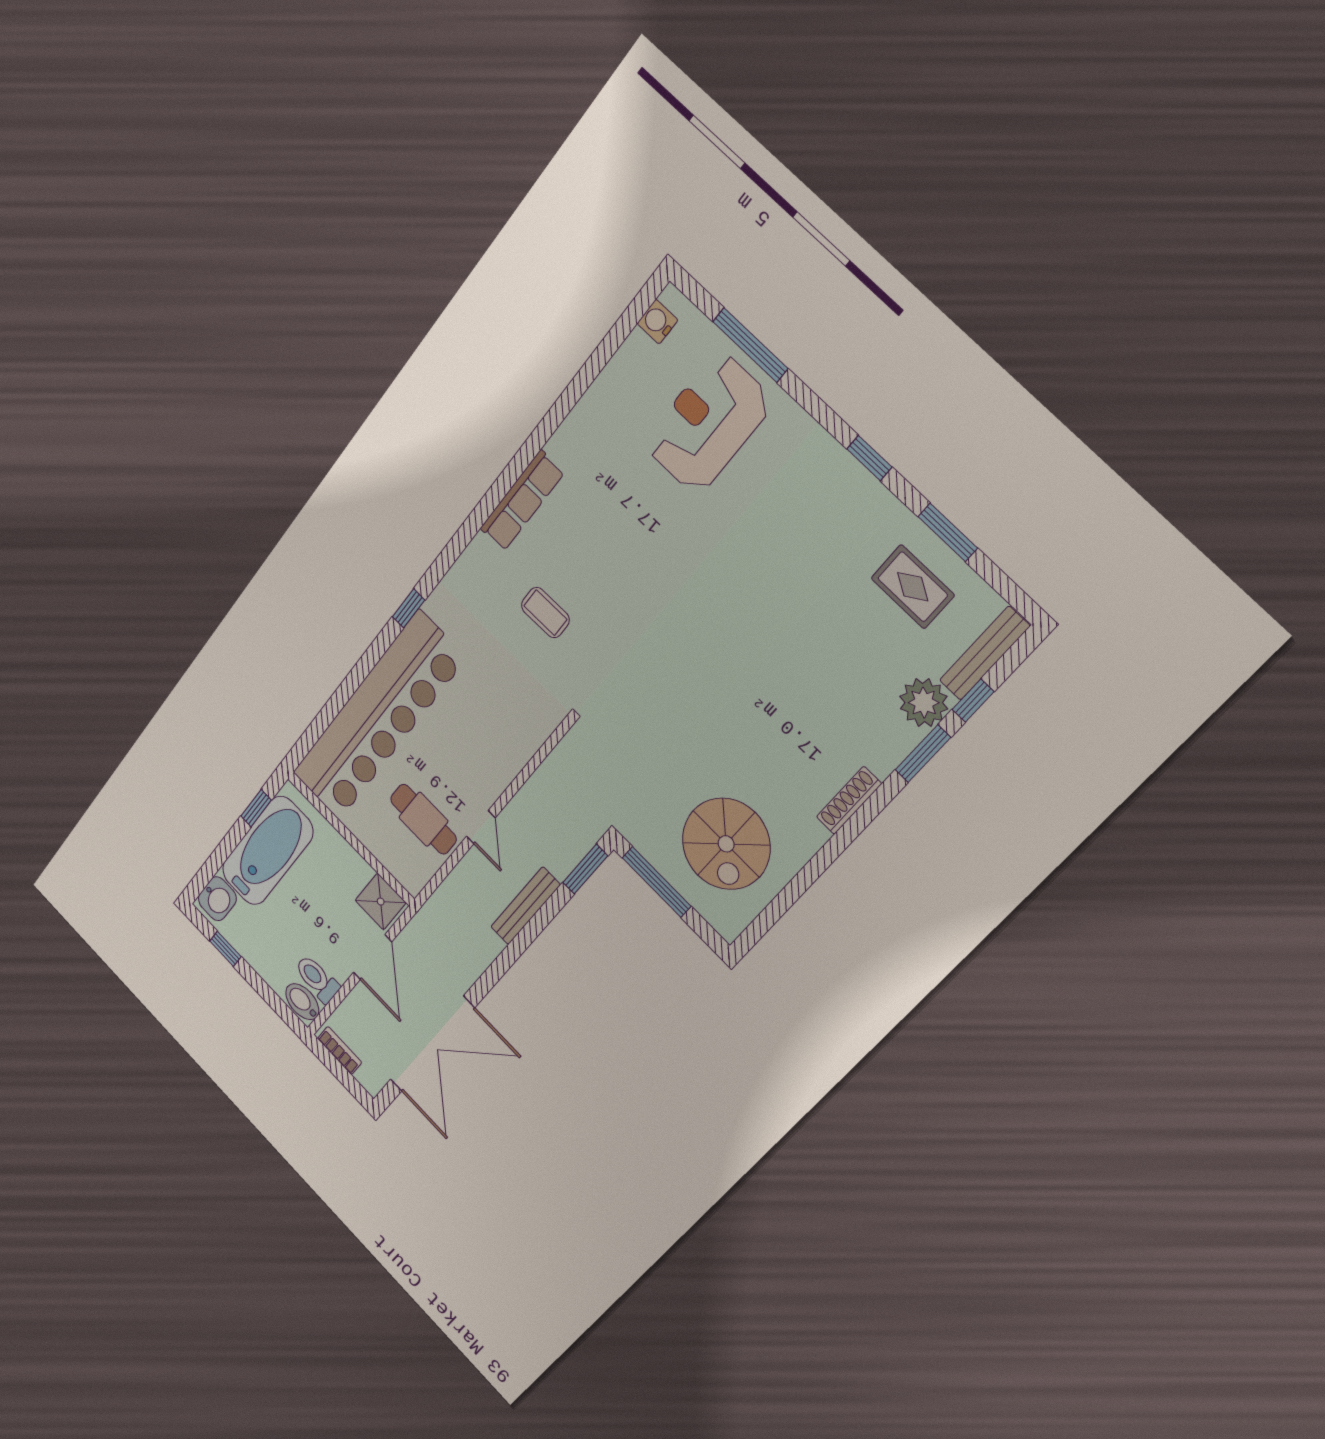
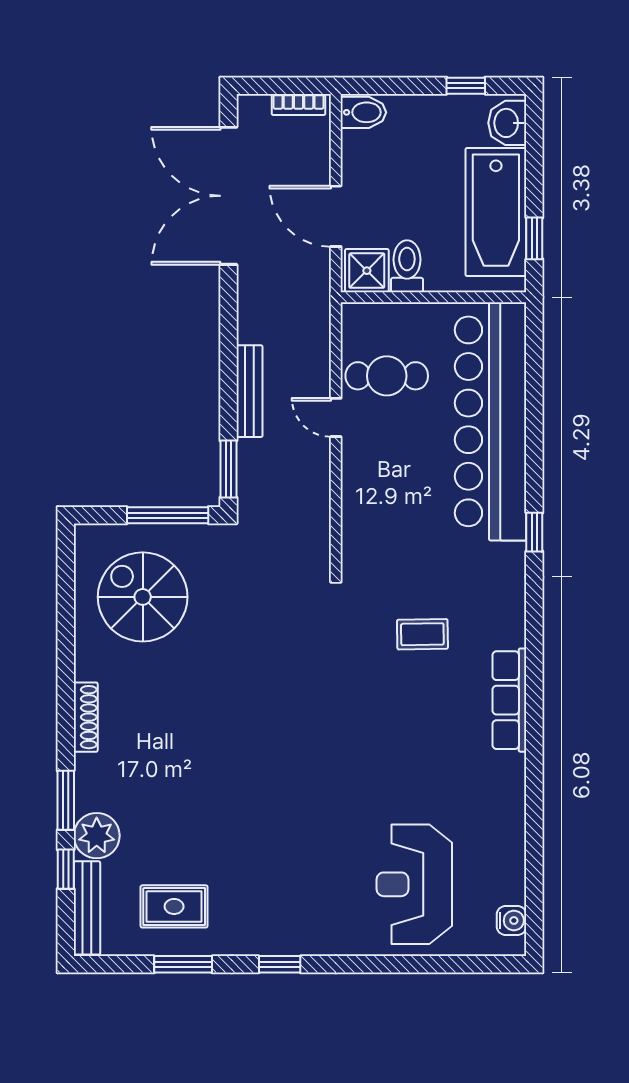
window: (750, 345) -> (429, 964), removed
reception desk: (708, 423) -> (414, 884), turned 180
toilet: (317, 979) -> (407, 266), moved, turned -90

